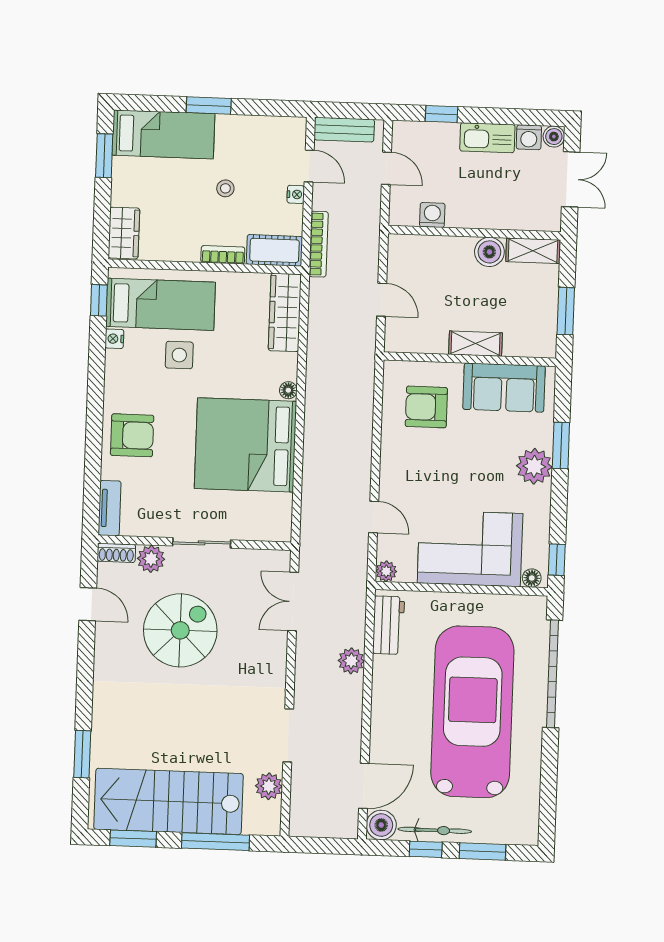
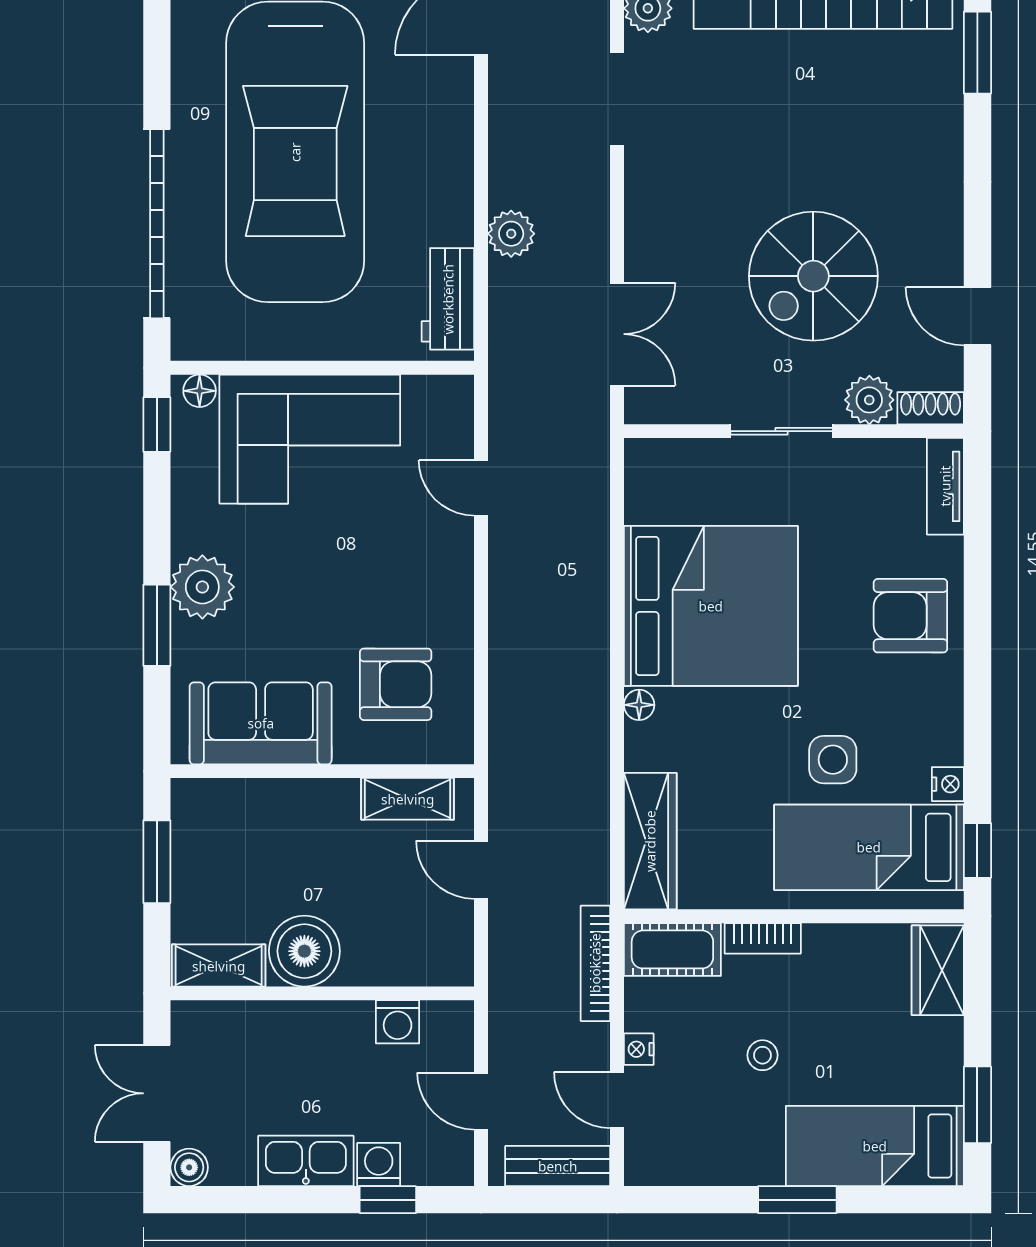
washing machine: (529, 137) -> (379, 1164), moved
boiler: (489, 252) -> (304, 951), width x1.37, depth x1.37
shelving: (476, 344) -> (408, 799), moved
plant: (386, 571) -> (456, 393), removed

